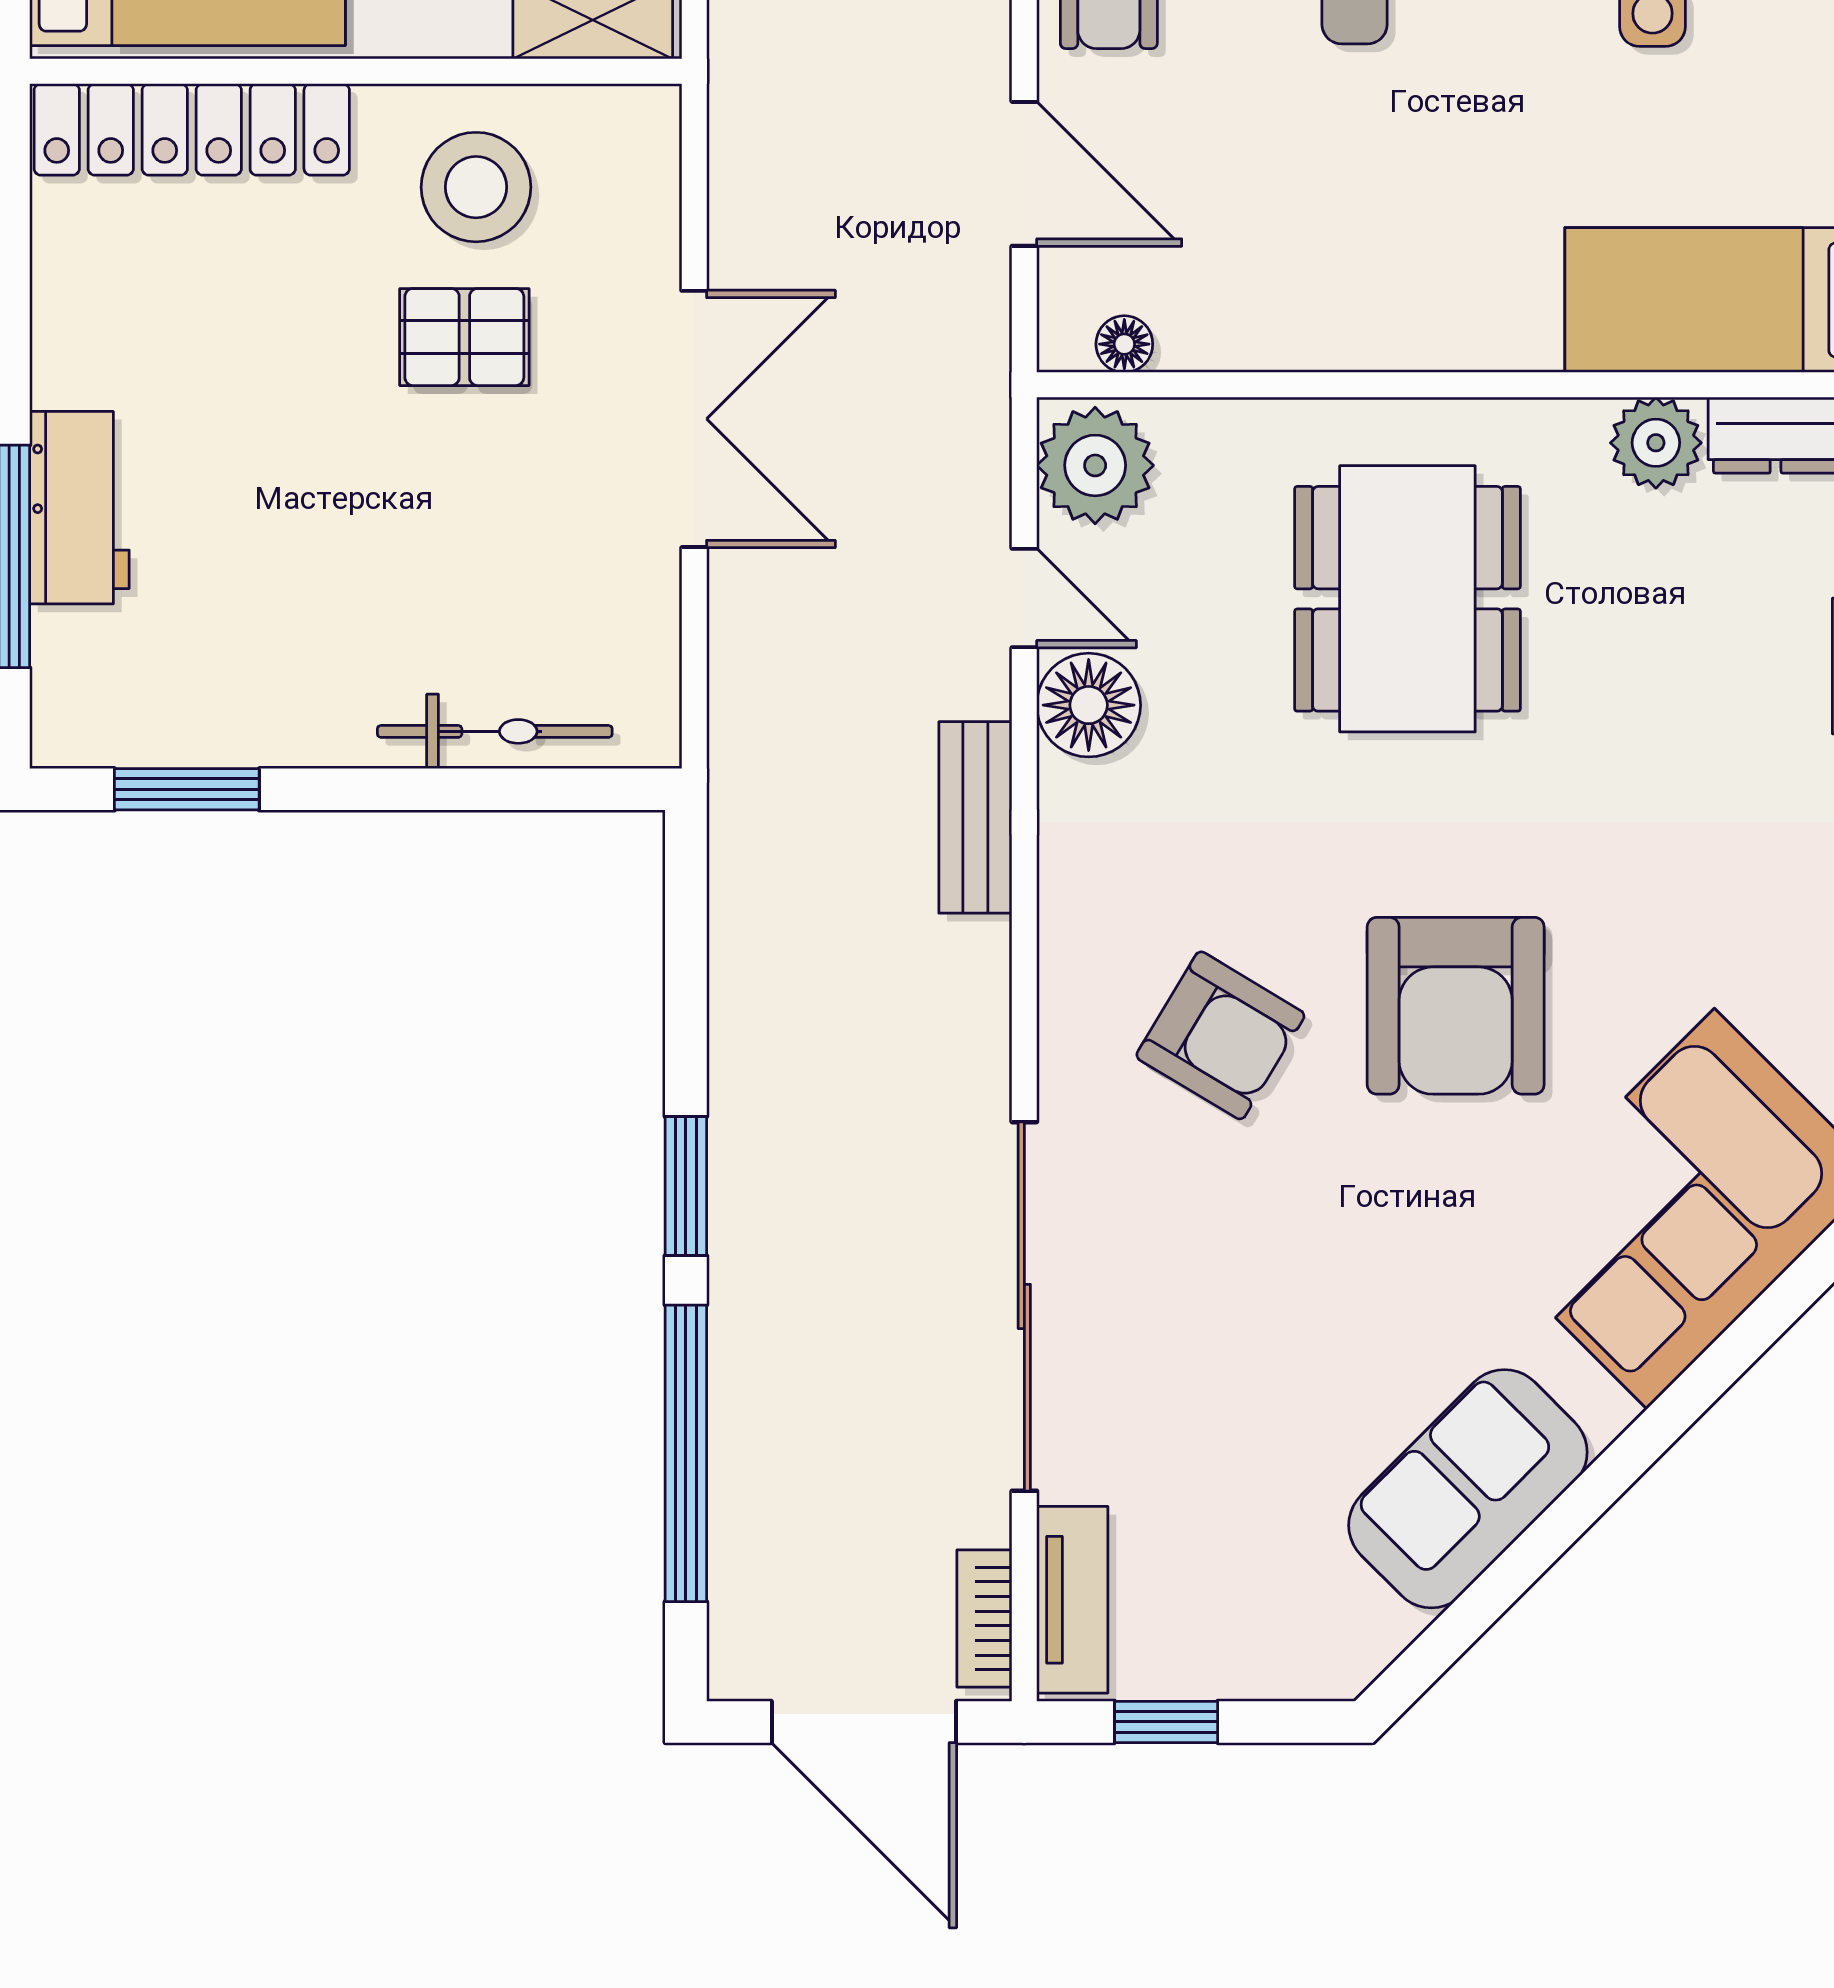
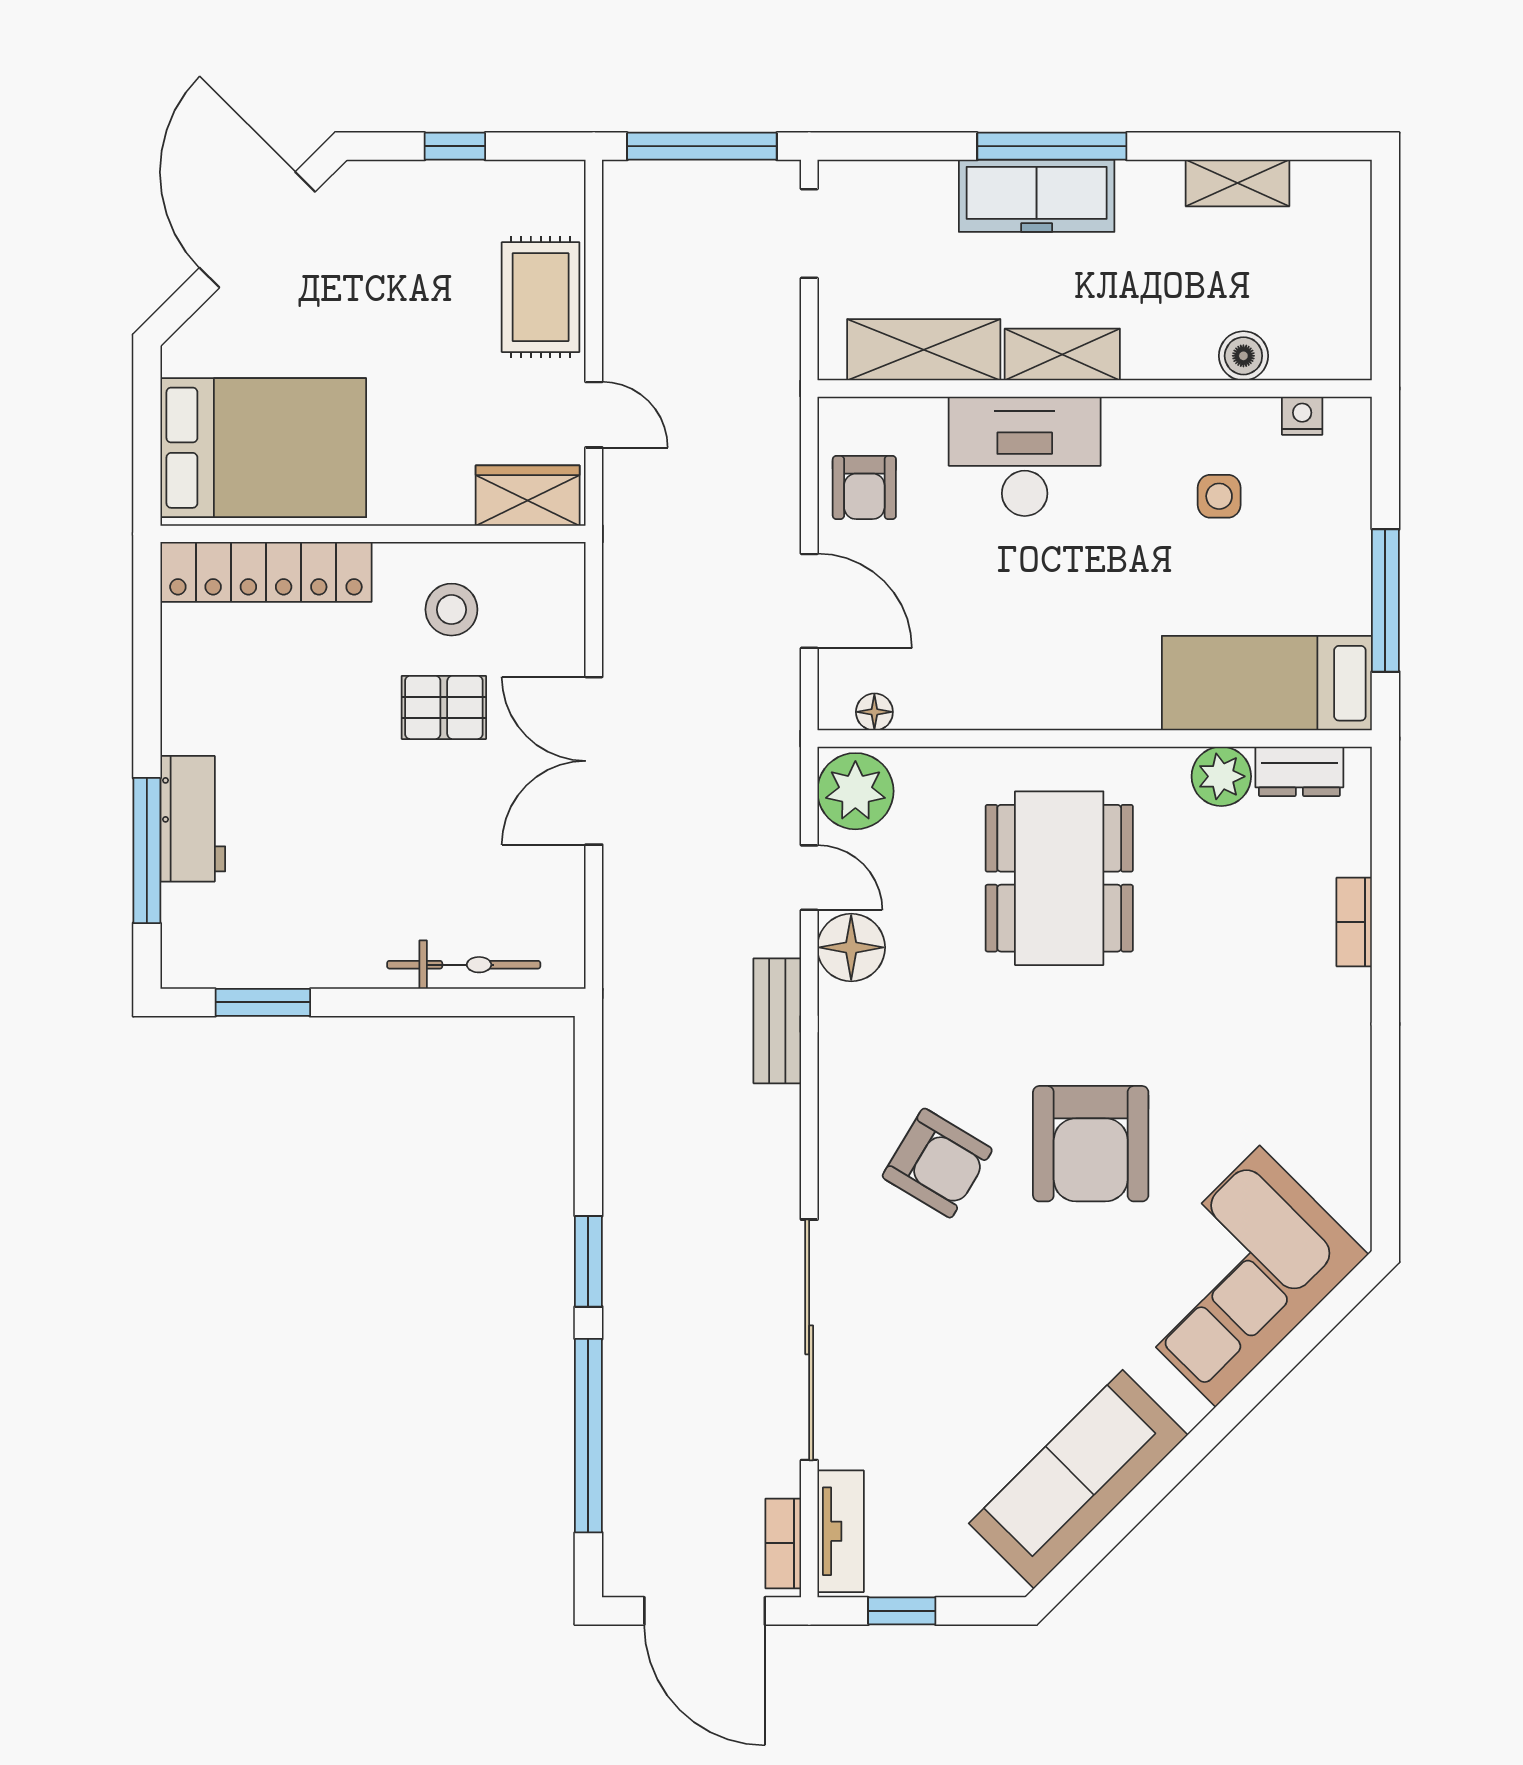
stool: (476, 187) -> (451, 610), width x0.73, depth x0.73
double door: (694, 419) -> (594, 761), swing flipped
sofa: (1468, 1489) -> (1078, 1479), width x1.36

